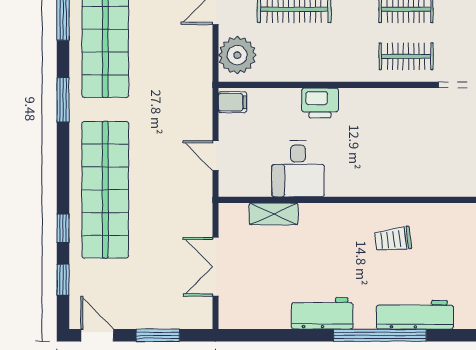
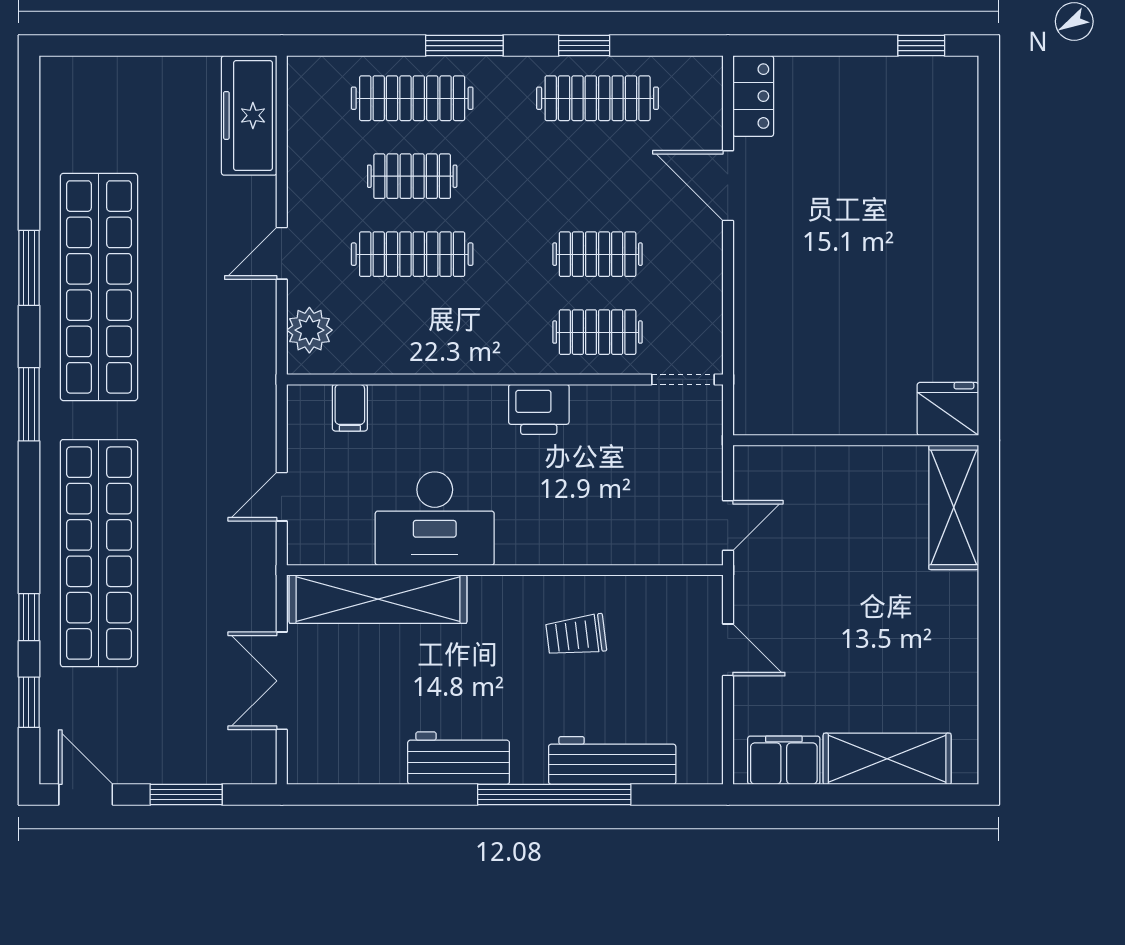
plant: (237, 55) -> (309, 330), width x0.73, depth x0.73
filing cabinet: (232, 102) -> (350, 408), moved, turned 90
printer: (320, 103) -> (539, 409), moved
door: (215, 156) -> (282, 497), hinge flipped
desk: (298, 169) -> (435, 519), width x1.37
shelving: (274, 214) -> (378, 599), width x2.20, depth x1.33

